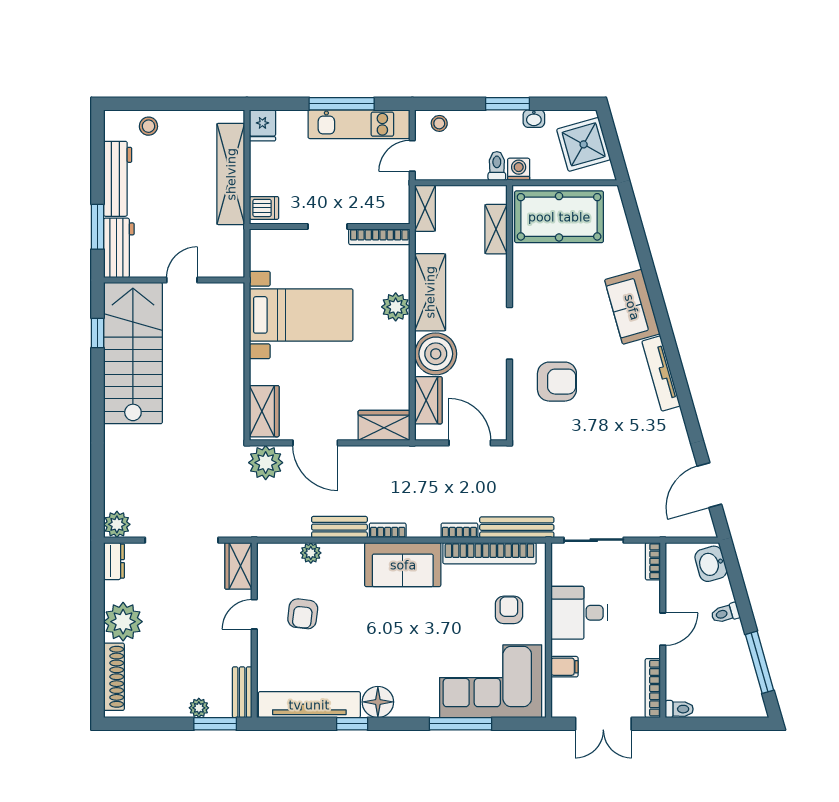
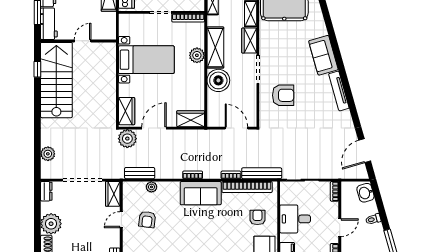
wardrobe: (428, 400) -> (249, 41), moved, turned 180
door: (315, 443) -> (154, 128), swing flipped
plant: (117, 524) -> (48, 154), moved
bench: (339, 527) -> (140, 173), moved

